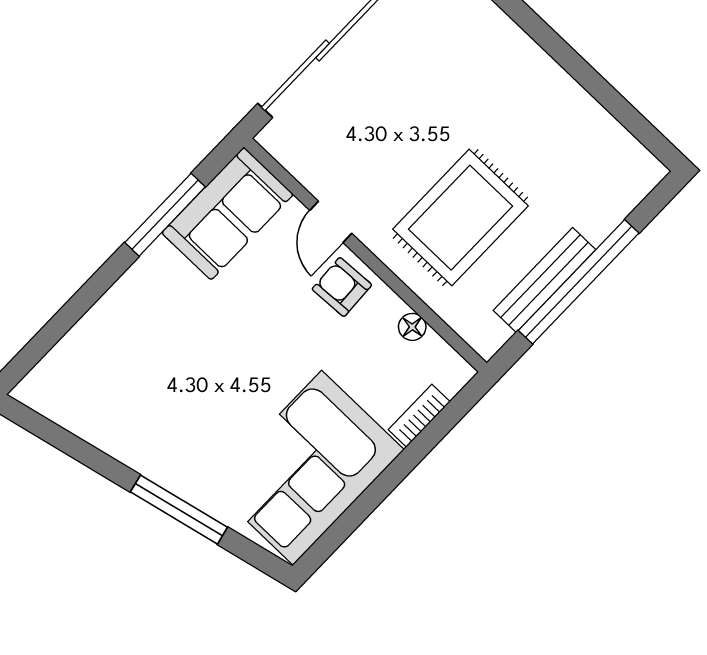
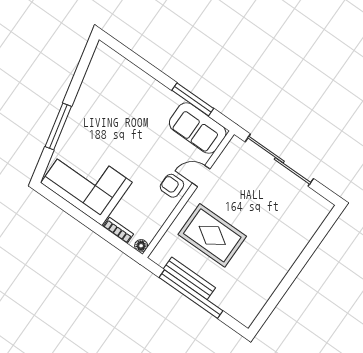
armchair: (342, 287) -> (172, 186), turned -87
floor lamp: (412, 327) -> (141, 246), moved

